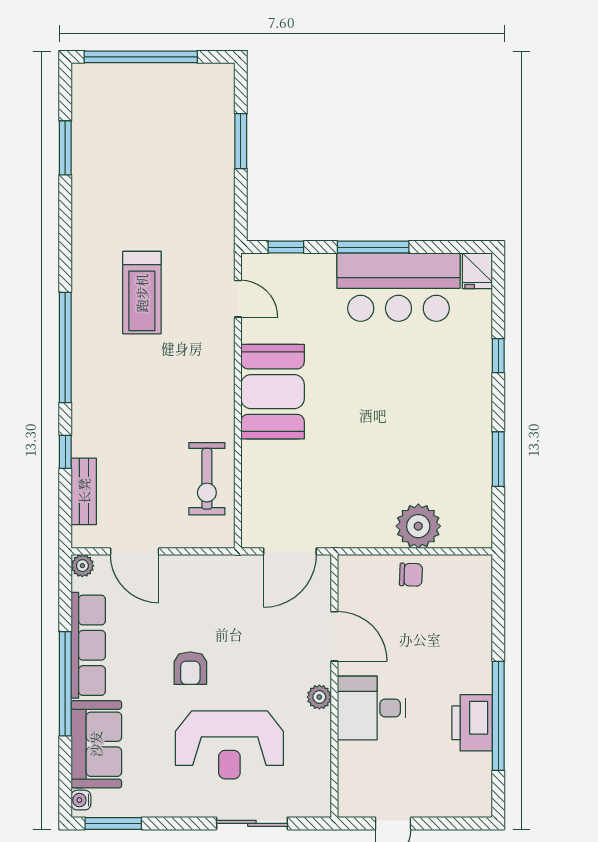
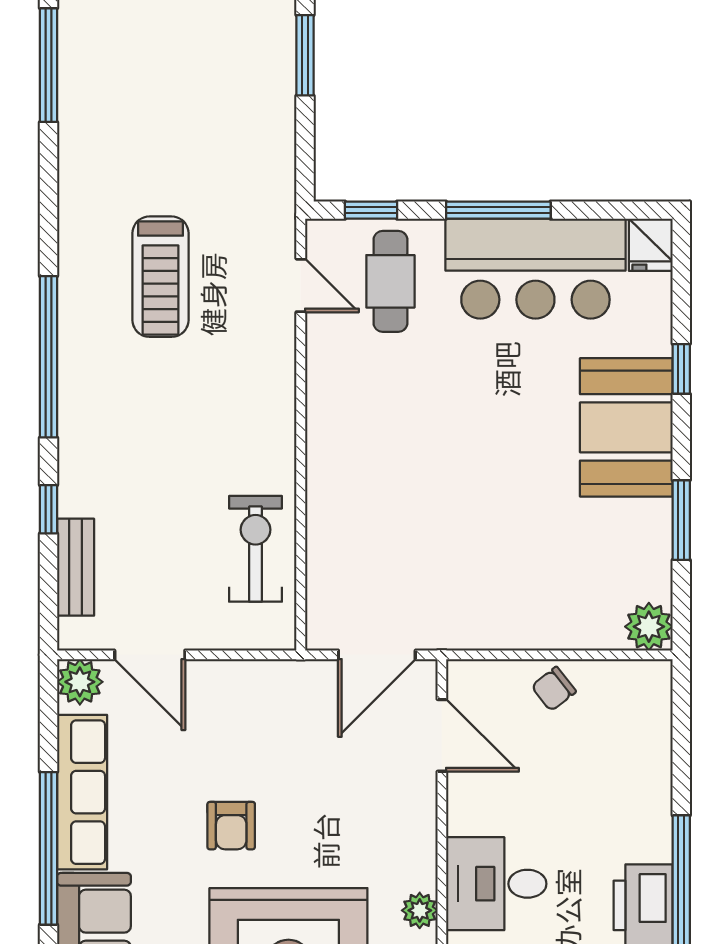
window: (65, 148) -> (48, 65), width x1.44
cafe table: (299, 296) -> (390, 281), added
booth: (273, 392) -> (626, 427), moved
exercise bike: (207, 479) -> (255, 549), turned 180
plant: (418, 526) -> (649, 627), moved, width x0.73, depth x0.73
plant: (82, 566) -> (80, 682), width x1.38, depth x1.38
chair: (411, 575) -> (554, 689), turned 140
door: (334, 636) -> (442, 735), moved
plant: (319, 697) -> (420, 910), moved

